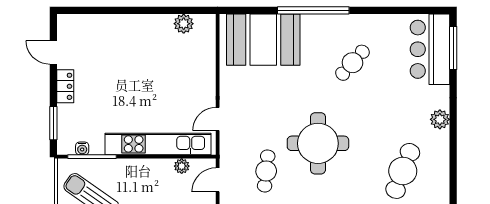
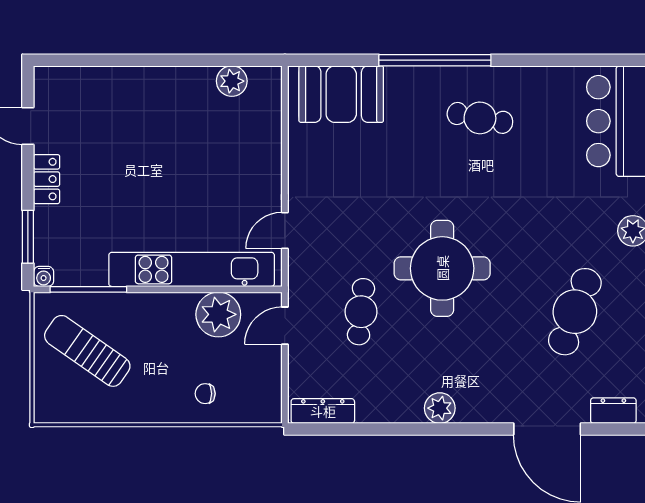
booth: (263, 40) -> (341, 94), width x0.73, depth x0.70
cafe table: (352, 63) -> (480, 118), moved, turned 59
water cooler: (82, 148) -> (44, 276), moved
plant: (182, 166) -> (218, 314), width x1.88, depth x1.88

